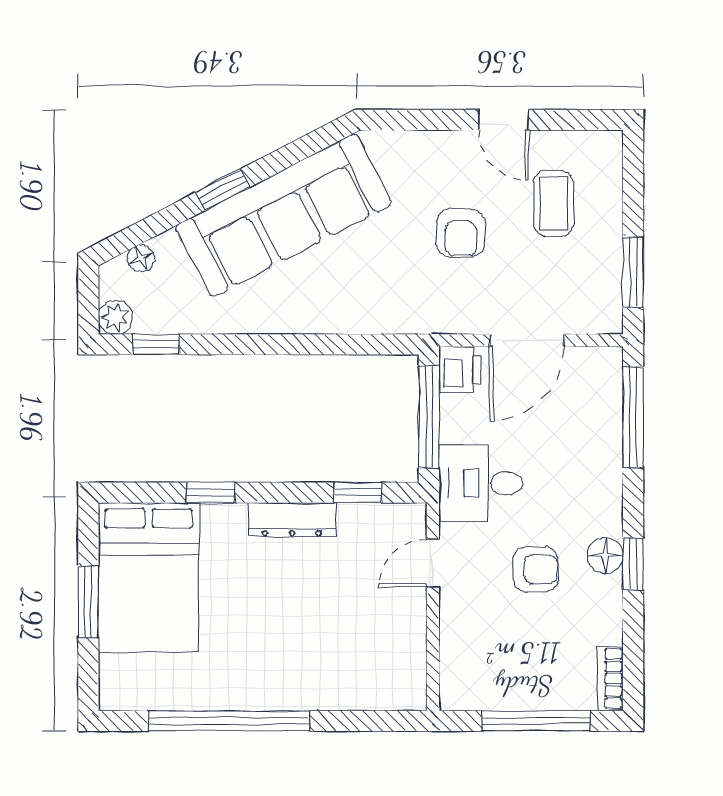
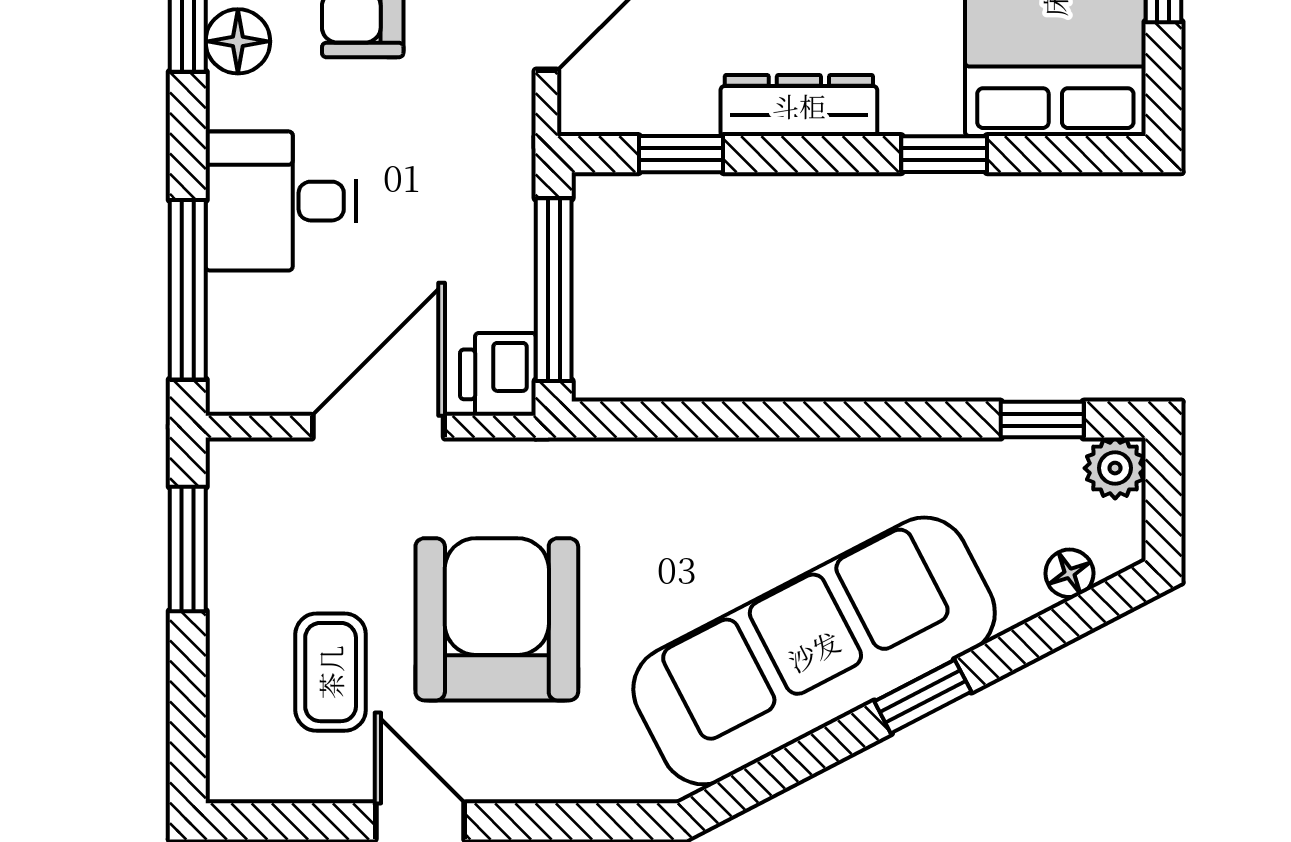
armchair: (461, 233) -> (497, 619), width x1.88, depth x1.88
desk: (481, 483) -> (281, 201), moved, turned 180

